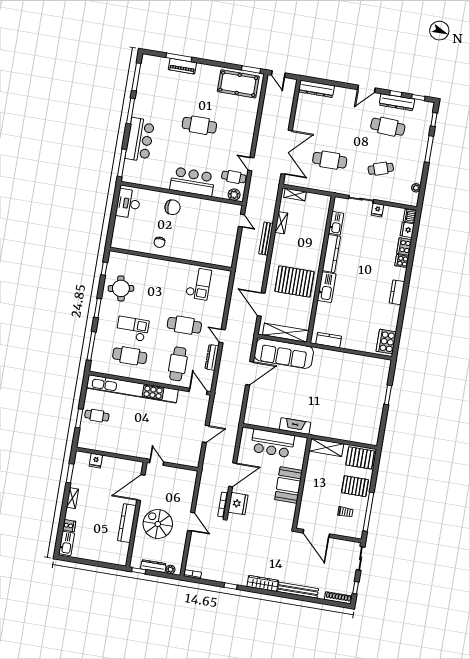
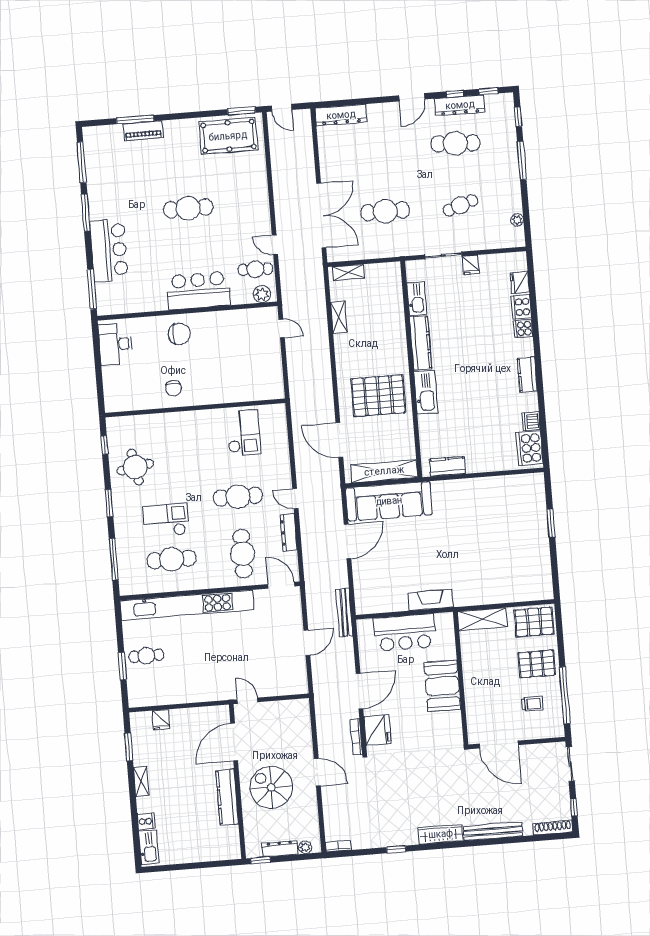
dishwasher: (410, 216) -> (531, 421), moved
bench: (266, 239) -> (344, 613), moved

